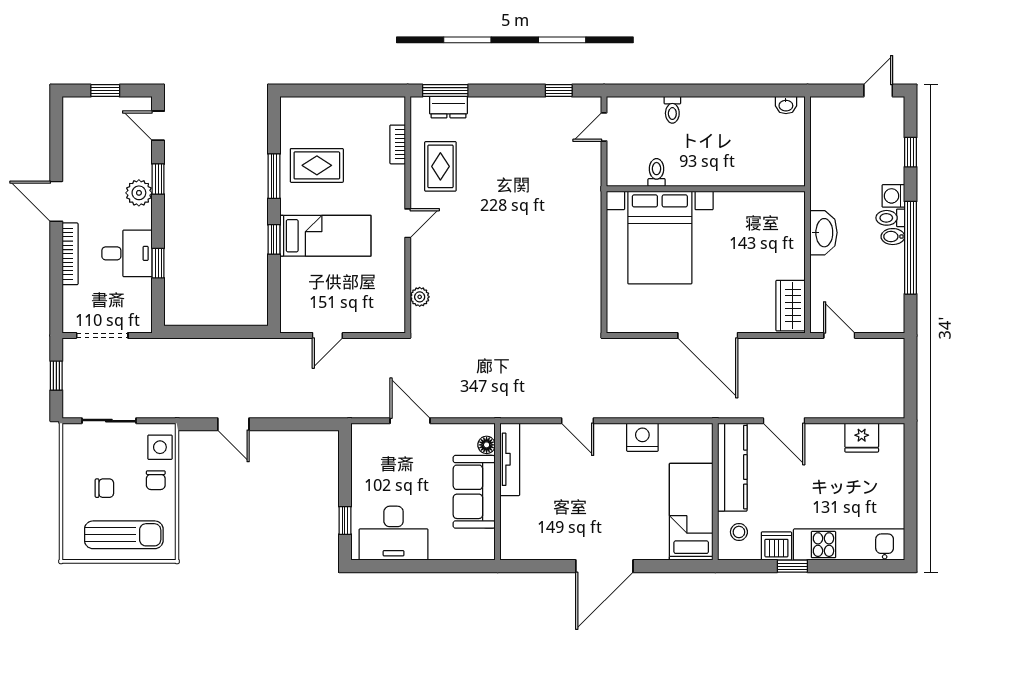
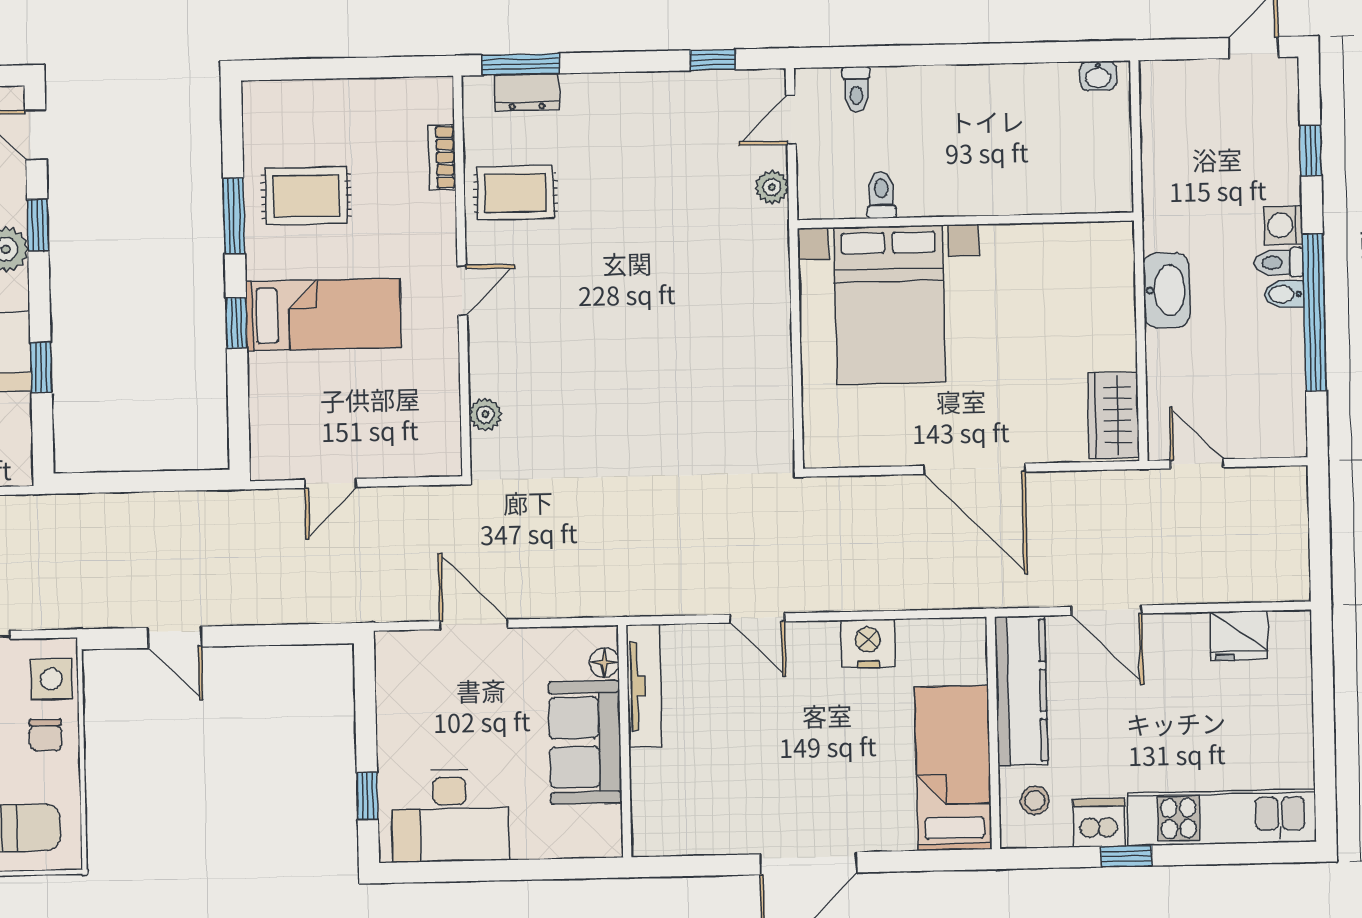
toilet: (672, 110) -> (856, 89), moved
rug: (440, 166) -> (515, 193), turned 90
plant: (592, 167) -> (772, 187), added

